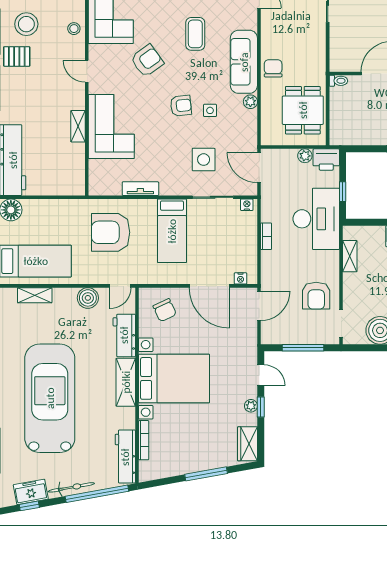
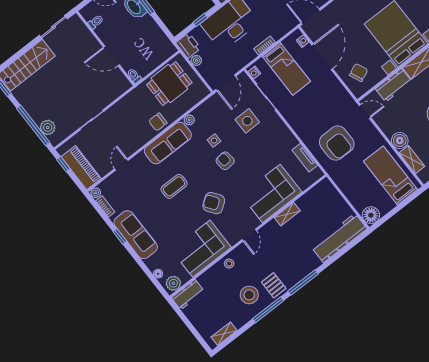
tv unit: (140, 189) -> (305, 158), moved
bed: (172, 231) -> (286, 69), moved, turned 90
boiler: (88, 298) -> (400, 141), moved

